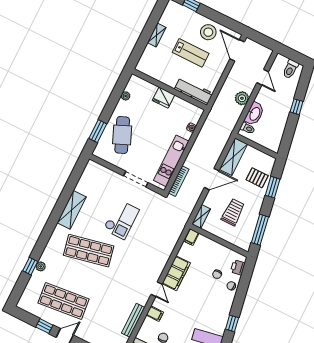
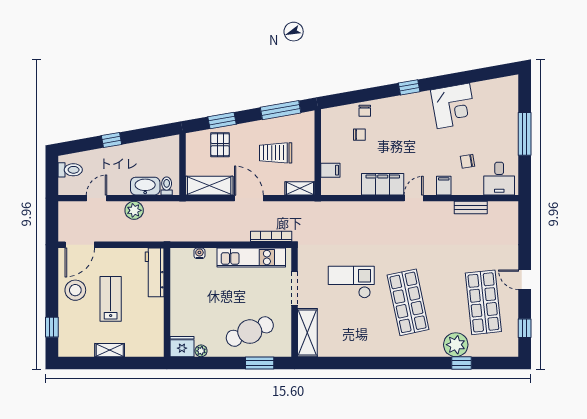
fridge: (164, 98) -> (182, 347), moved, turned -90
shelving: (72, 210) -> (307, 333), moved, turned 90
filing cabinet: (191, 237) -> (330, 170), moved
plant: (41, 266) -> (456, 345), width x1.88, depth x1.88
printer: (238, 267) -> (339, 114), removed
bench: (133, 320) -> (471, 208), width x0.73
window: (44, 326) -> (525, 328), moved

